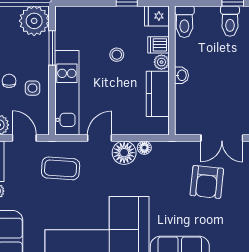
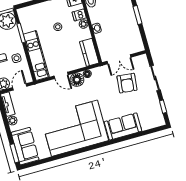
kitchen counter: (158, 94) -> (89, 52), moved
door: (24, 138) -> (20, 87), hinge flipped
door: (99, 138) -> (61, 75), swing flipped
double door: (222, 138) -> (119, 59), moved
coffee table: (61, 168) -> (44, 98), removed

